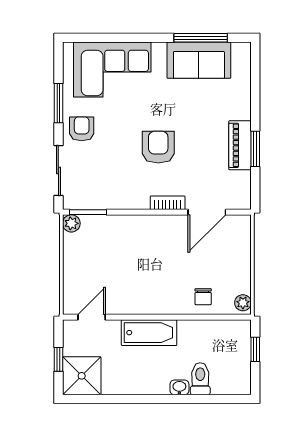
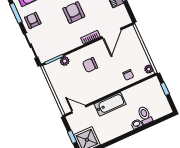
plant: (71, 223) -> (65, 61), moved
chair: (145, 250) -> (90, 65), added
door: (92, 317) -> (79, 109), hinge flipped

